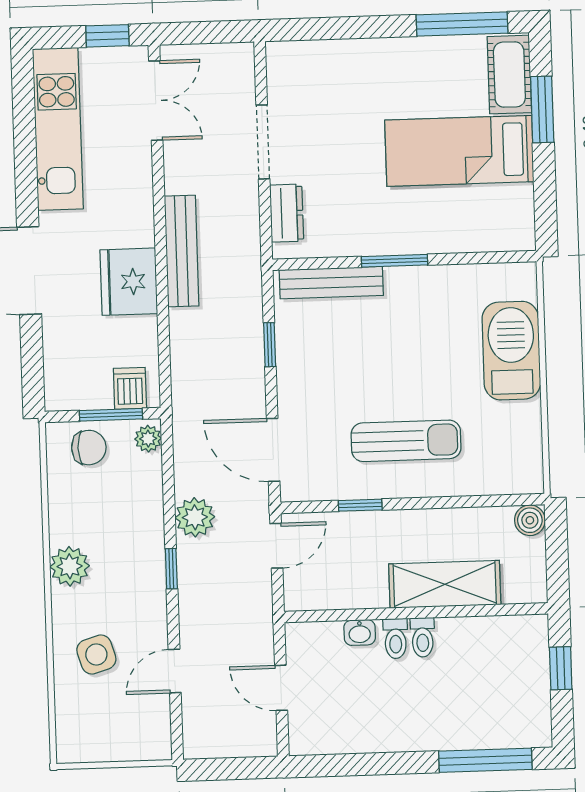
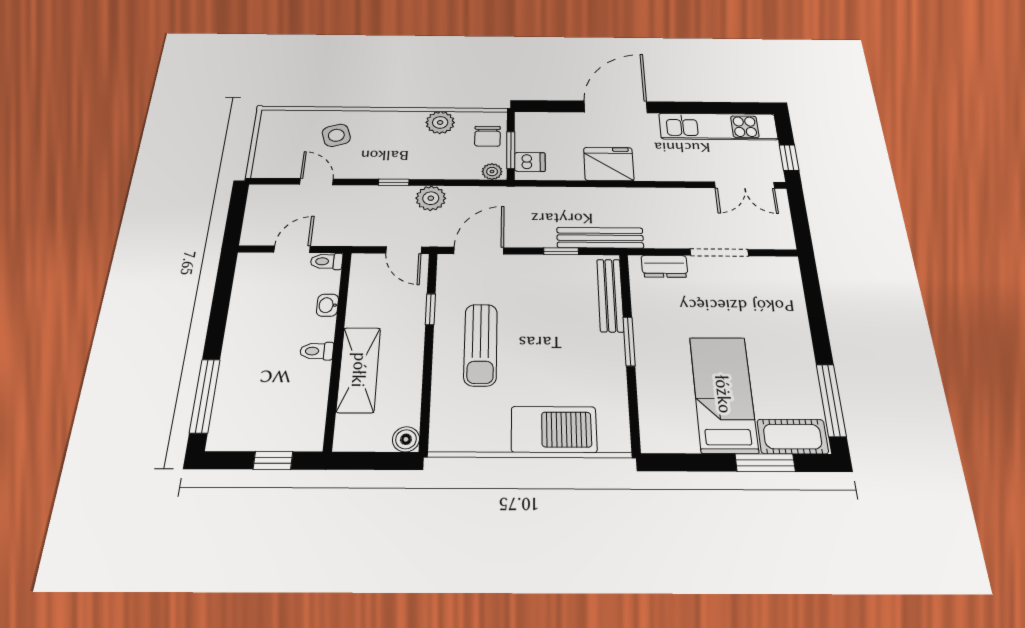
bench: (182, 251) -> (600, 238), moved
plant: (70, 566) -> (440, 122), moved
toilet: (396, 639) -> (327, 261), moved

